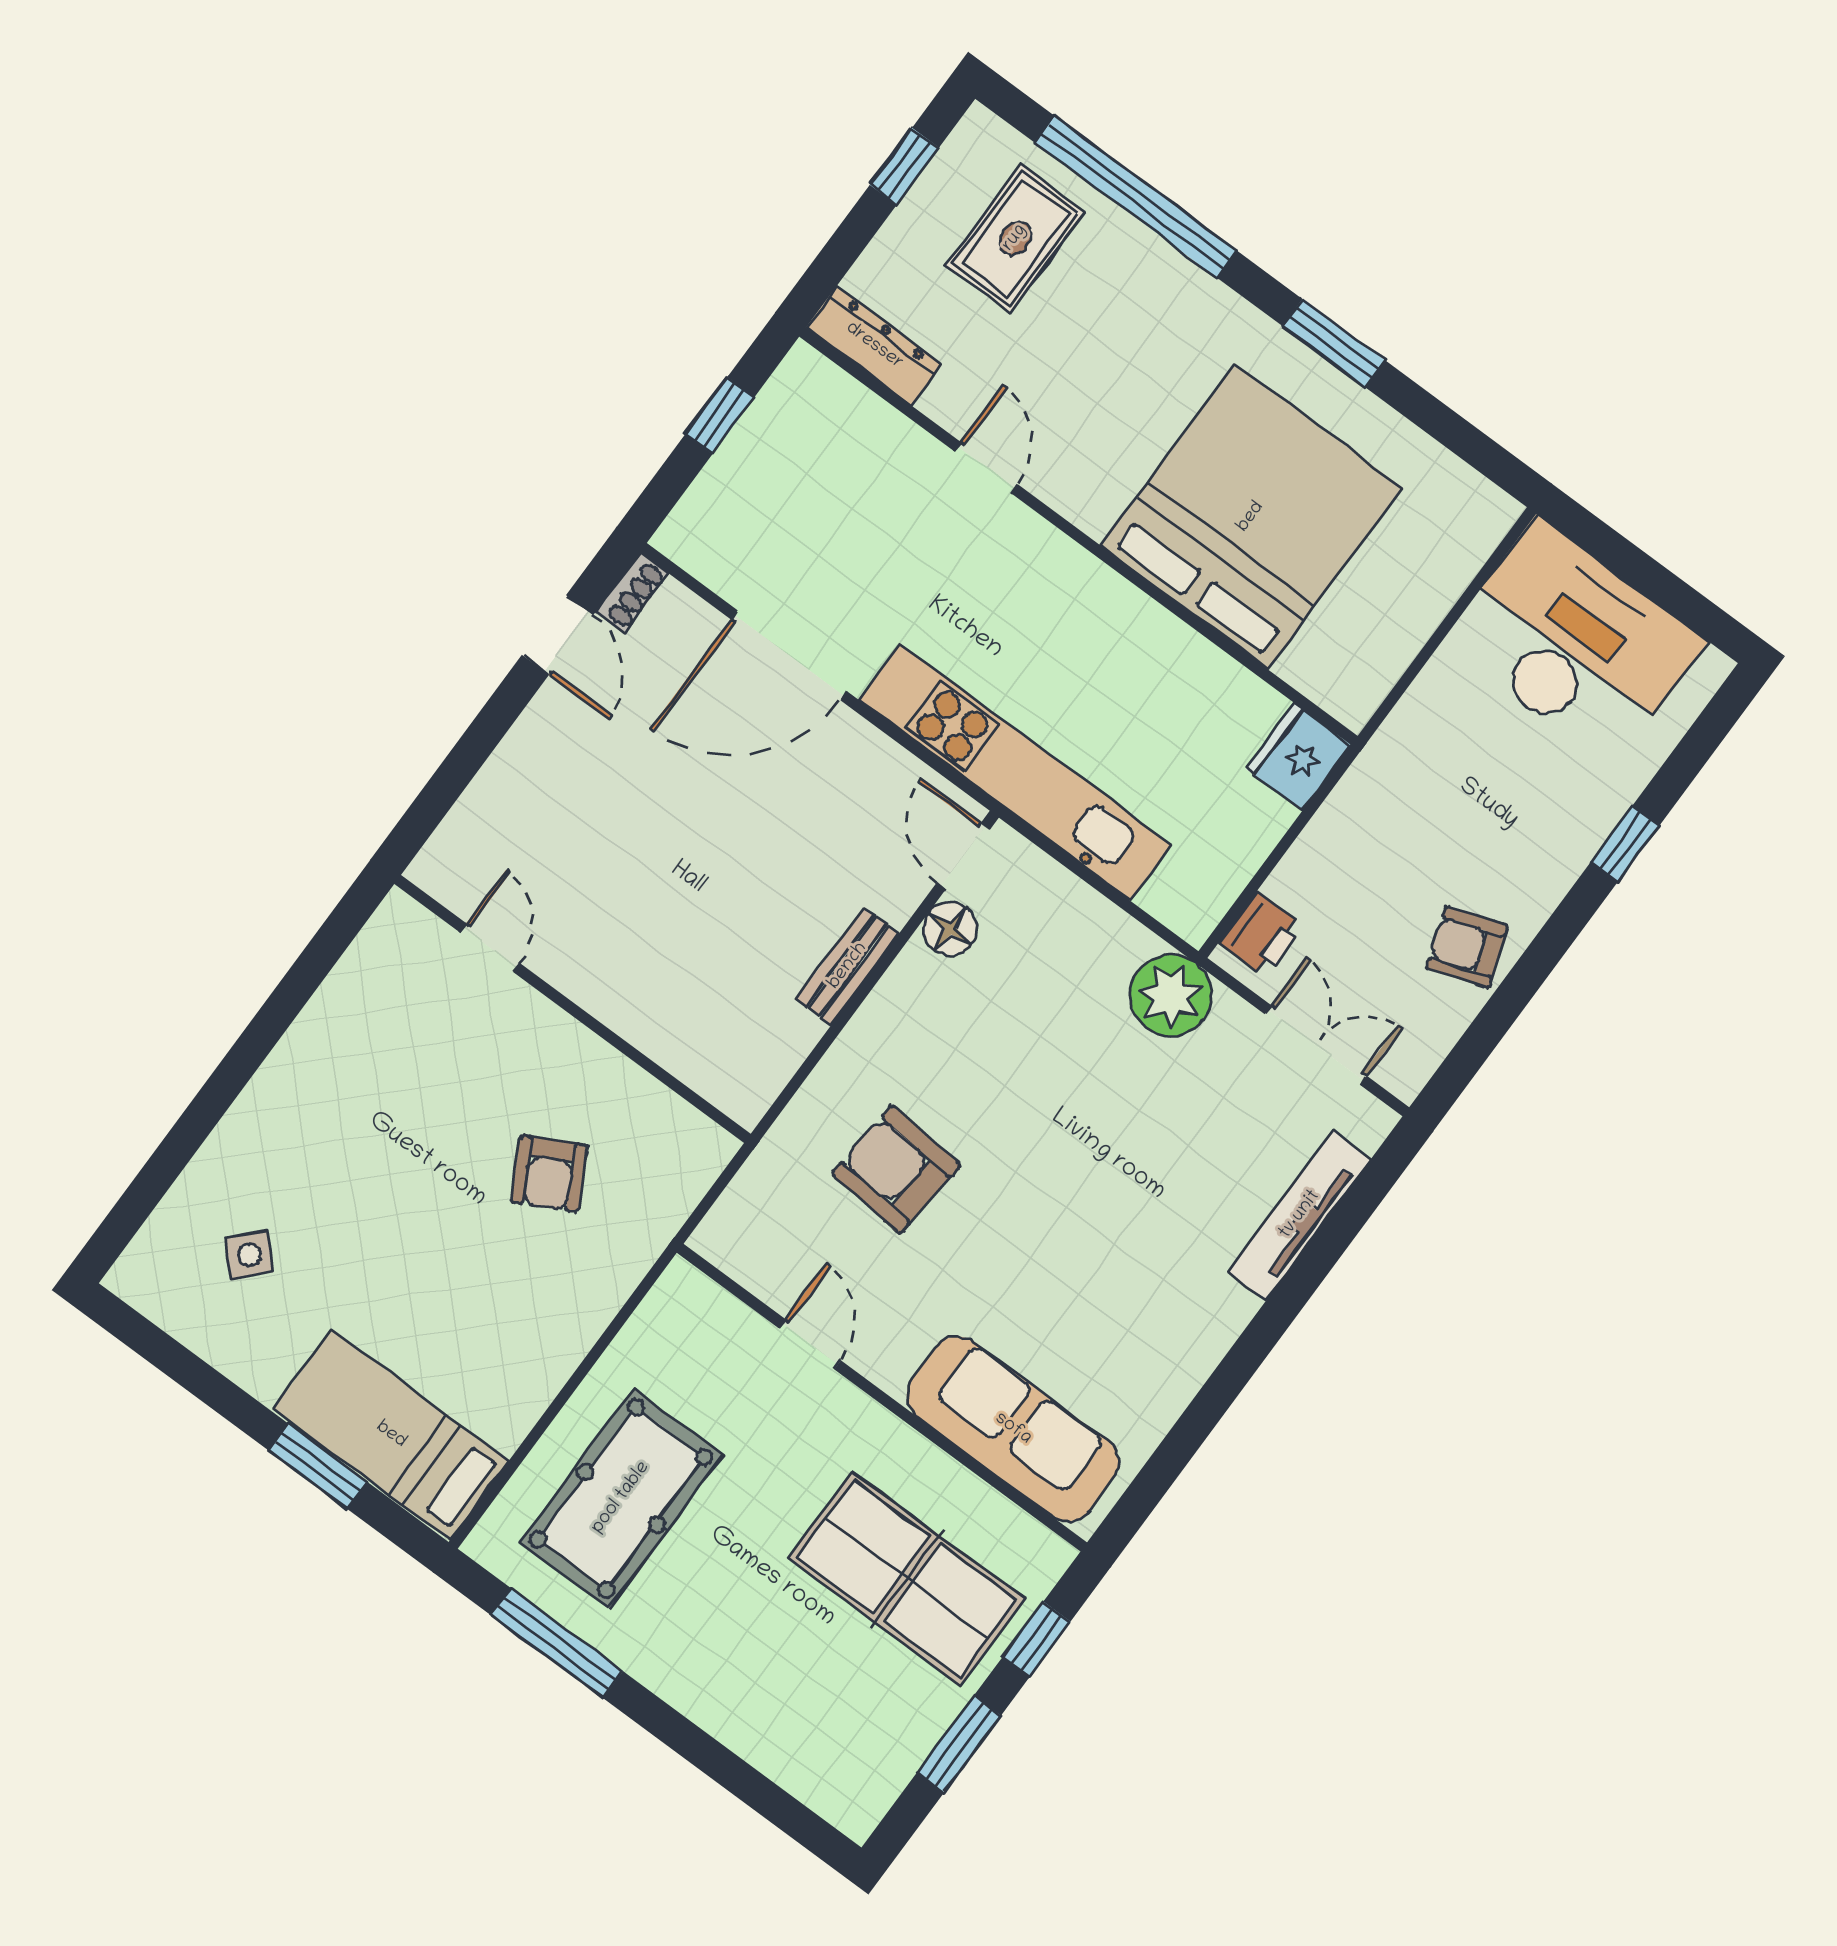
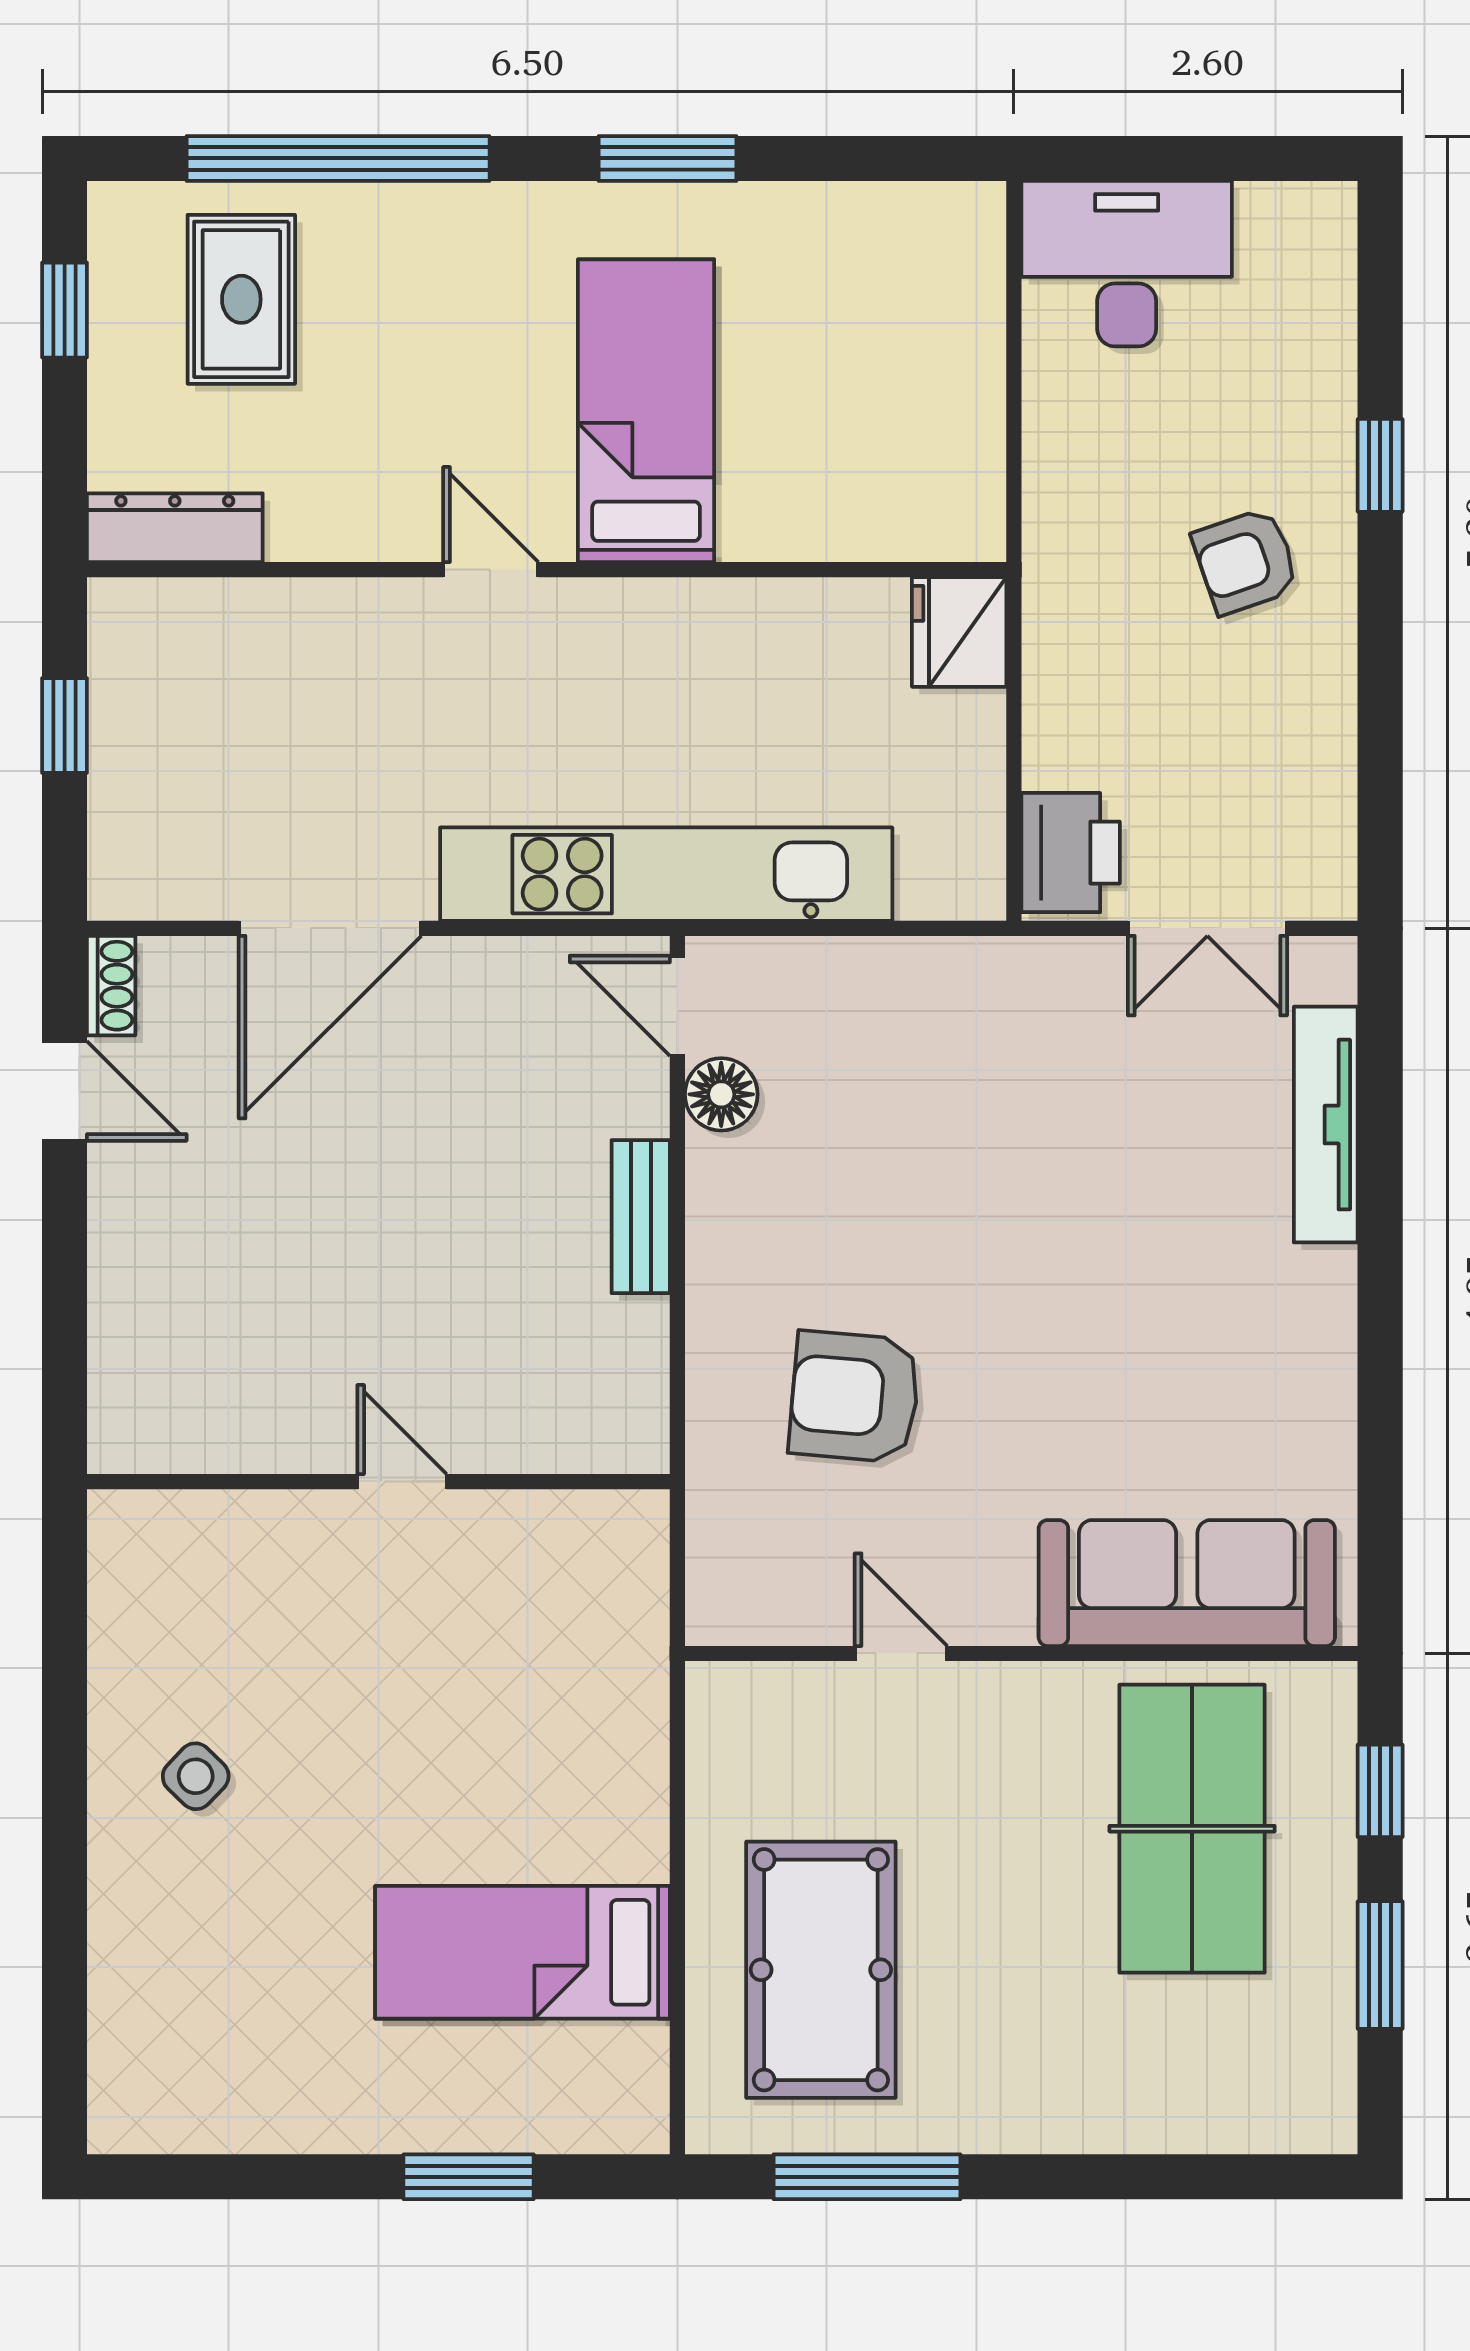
door: (986, 468) -> (491, 570), moved
bed: (1251, 517) -> (646, 411), width x0.49
desk: (1575, 642) -> (1127, 264), width x0.73, depth x0.77
printer: (1262, 935) -> (1071, 853), width x1.36, depth x1.24
armchair: (1467, 947) -> (1246, 561), moved
door: (490, 948) -> (402, 1482), moved
plant: (1171, 996) -> (1012, 990), removed
double door: (1316, 1045) -> (1207, 928), swing flipped
armchair: (549, 1174) -> (485, 1678), removed
side table: (249, 1255) -> (196, 1776), moved
bed: (391, 1435) -> (523, 1952), moved
table tennis table: (907, 1579) -> (1192, 1829), turned 90

